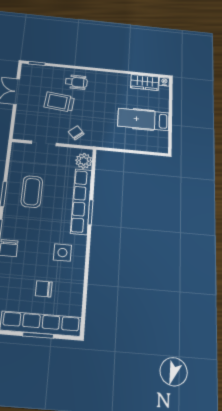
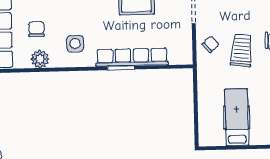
trolley: (59, 102) -> (241, 50), moved
plant: (84, 161) -> (40, 59), moved

